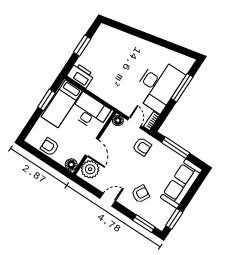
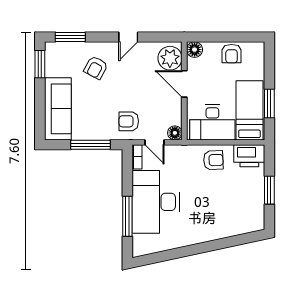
armchair: (105, 88) -> (213, 160), added
armchair: (50, 147) -> (232, 54), turned 90

